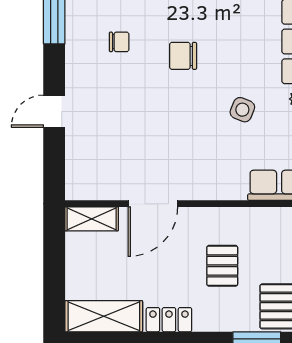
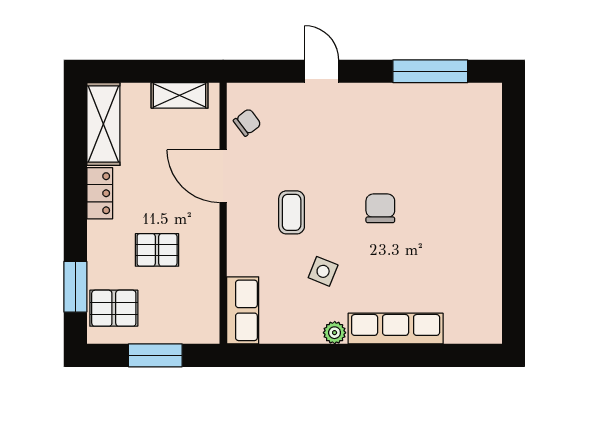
chair: (119, 42) -> (247, 122), moved, turned -127
coffee table: (187, 139) -> (292, 212), added
shelving: (92, 219) -> (180, 95), moved, turned 90

